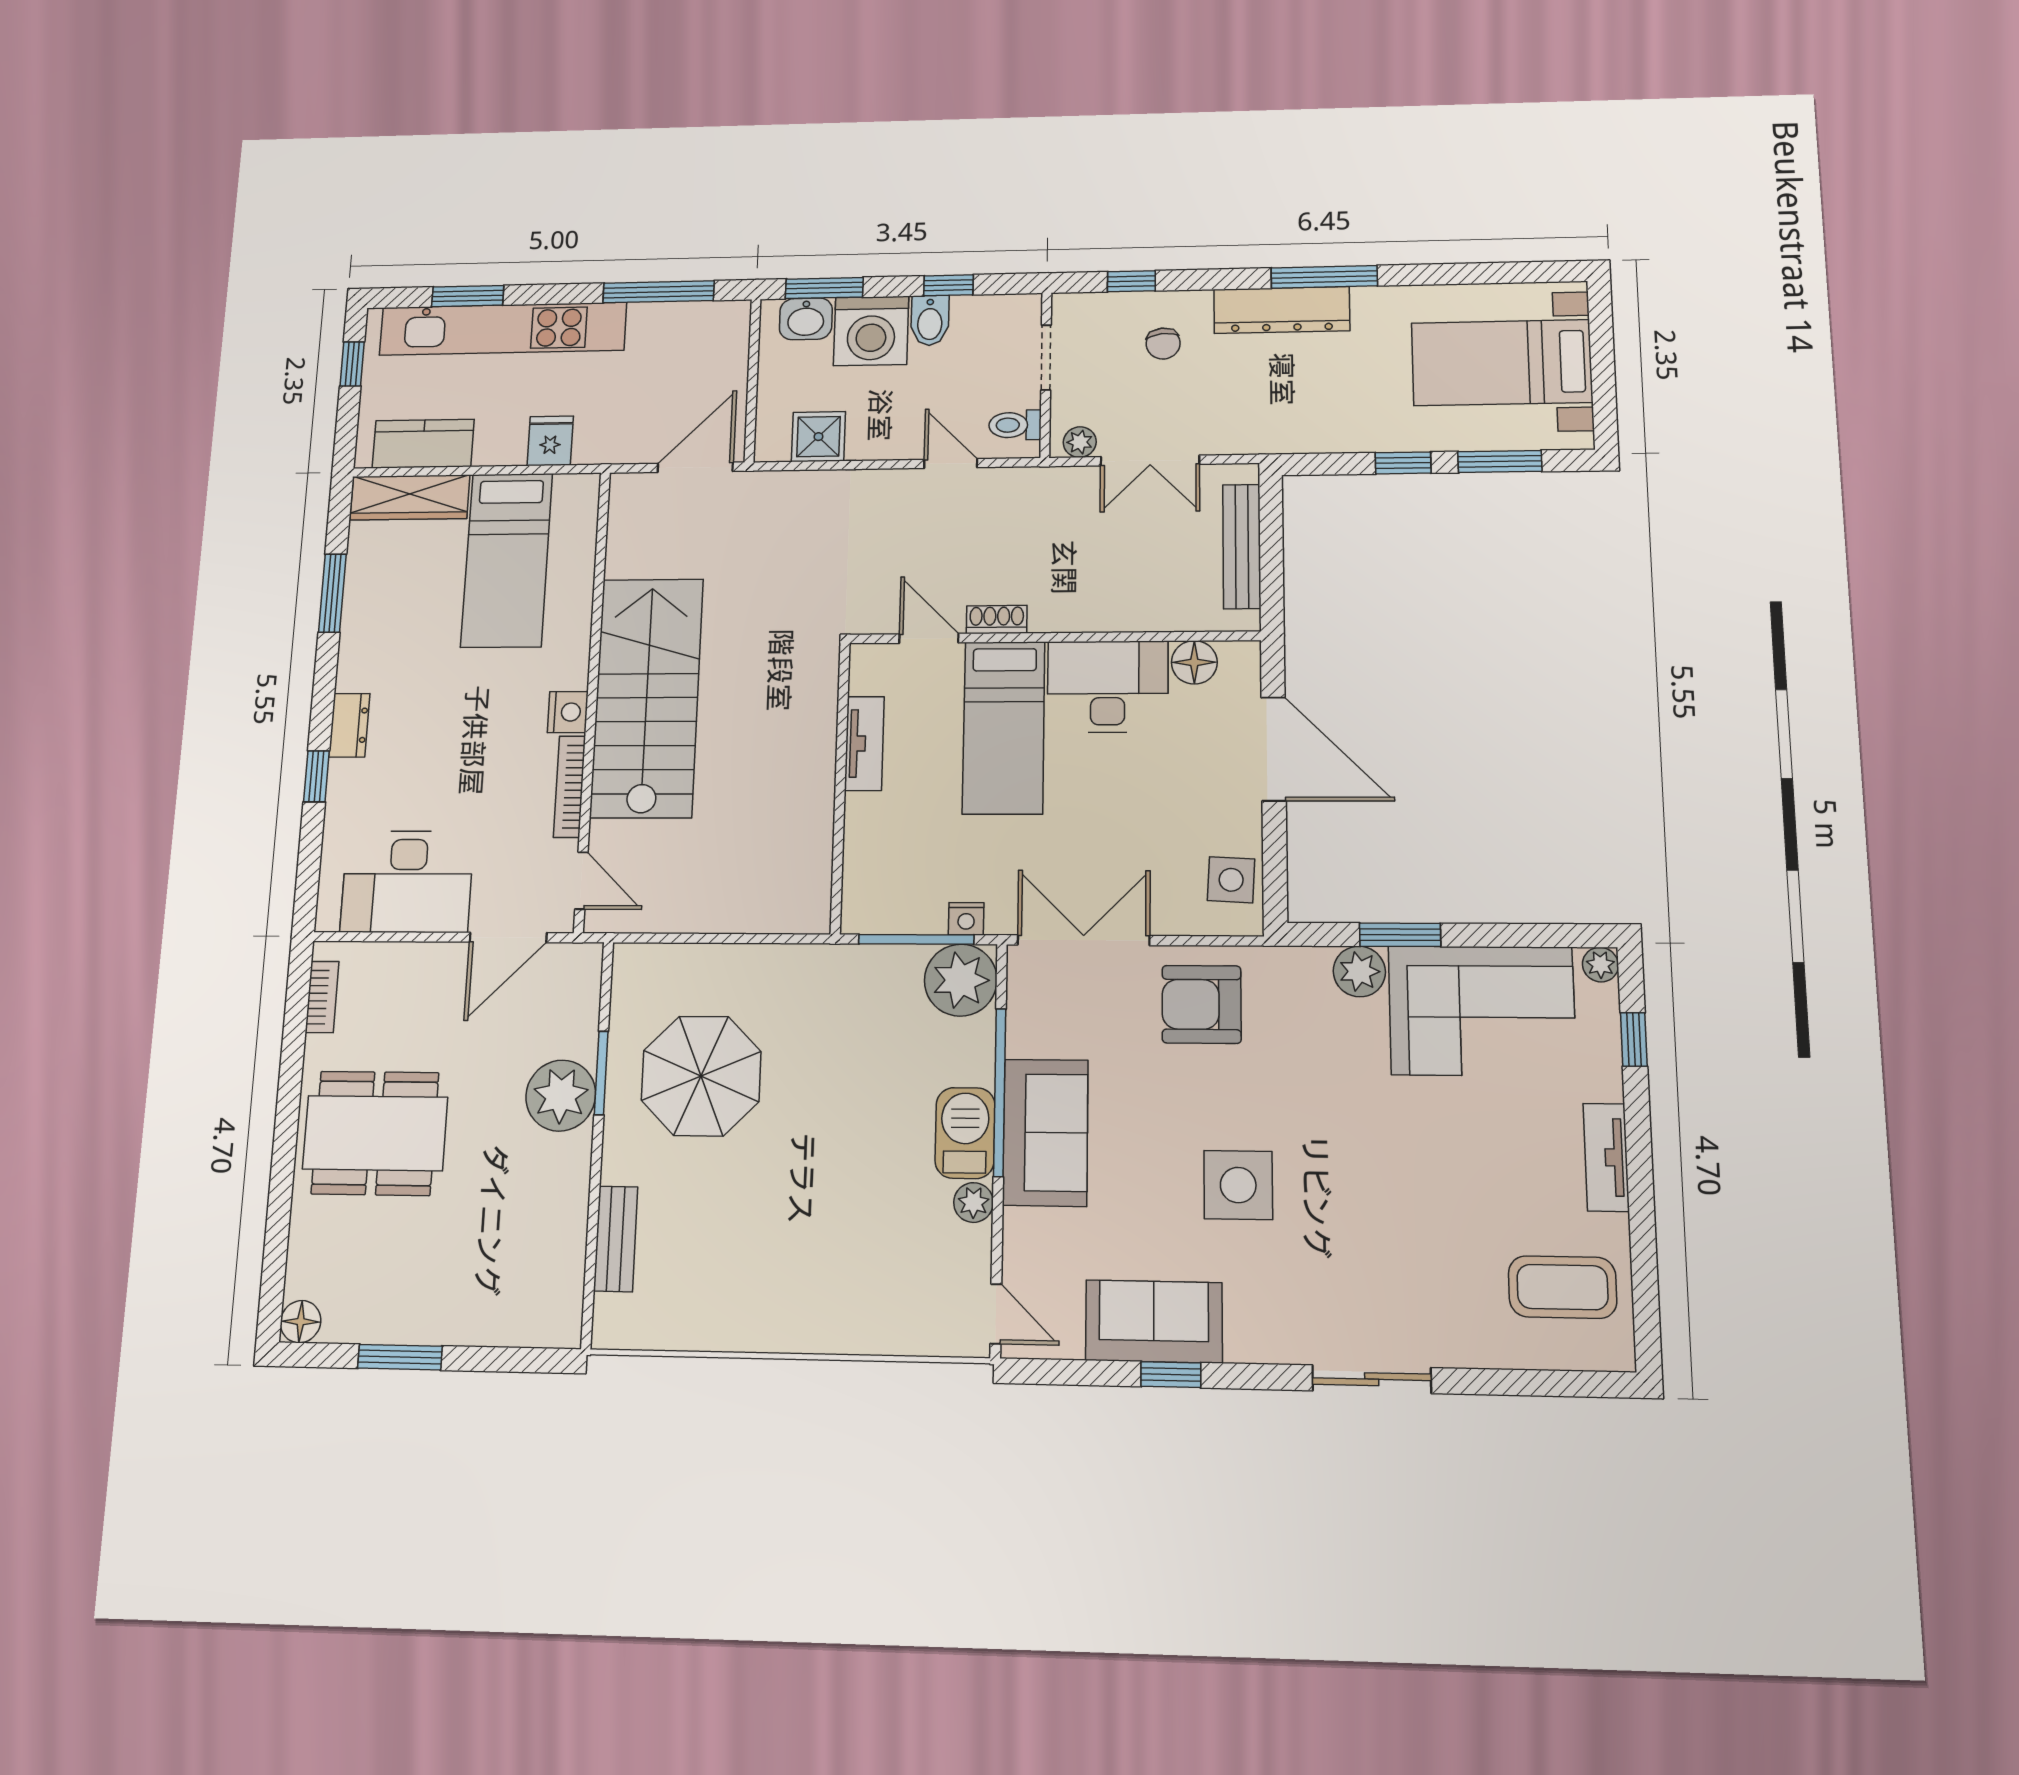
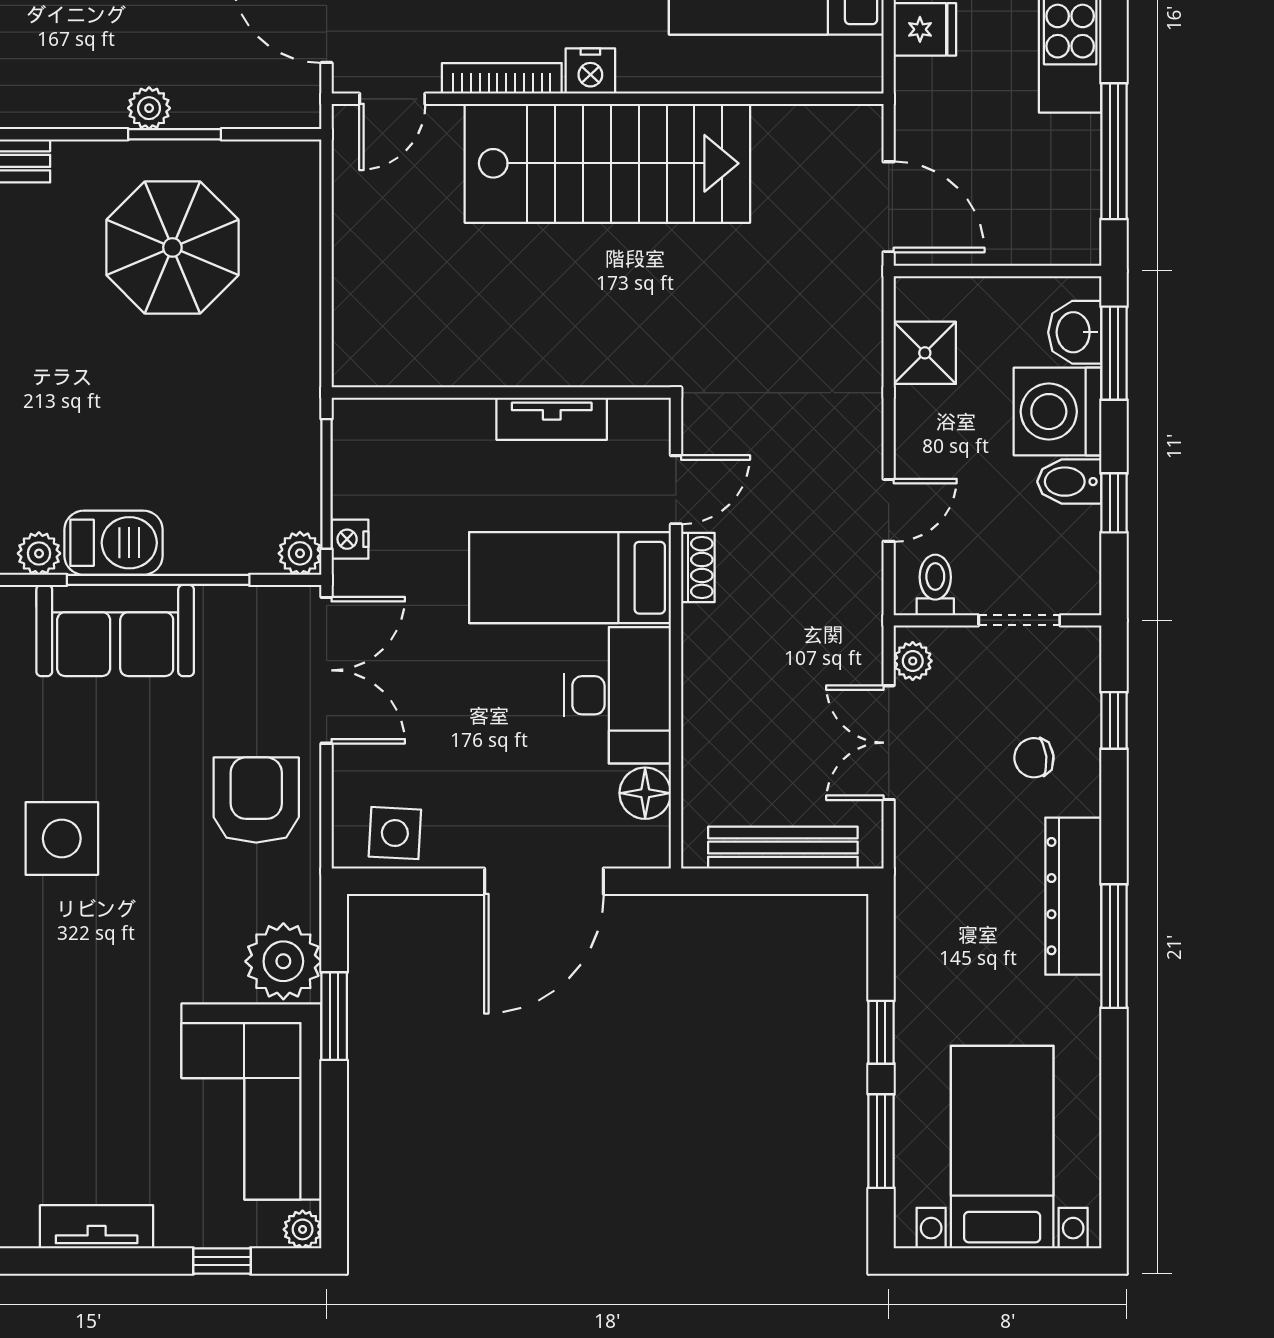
plant: (1359, 971) -> (283, 961), width x1.36, depth x1.36
plant: (961, 980) -> (300, 553), width x0.53, depth x0.53
plant: (561, 1096) -> (149, 108), width x0.53, depth x0.53

